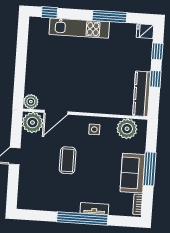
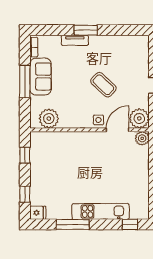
window: (155, 79) -> (25, 155), moved
kitchen counter: (142, 94) -> (37, 153), removed
side table: (94, 129) -> (98, 120), moved
coffee table: (68, 160) -> (103, 85), turned -47
window: (82, 218) -> (86, 30), width x0.47

